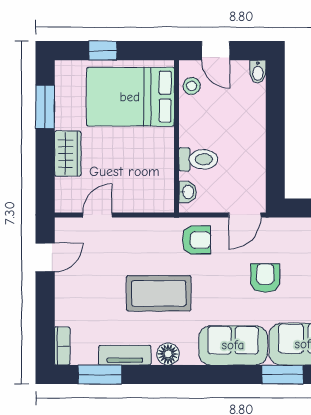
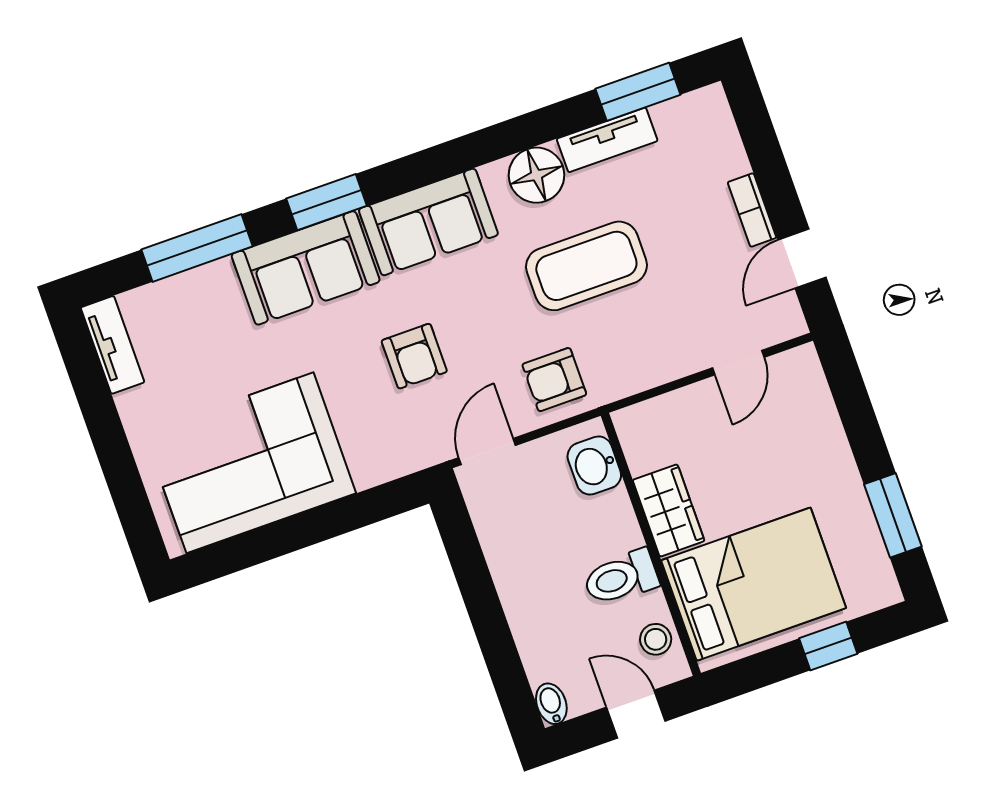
wardrobe: (68, 154) -> (669, 510), moved, turned 180
toilet: (198, 159) -> (621, 578), moved
washbasin: (188, 192) -> (594, 466), width x1.38, depth x1.45
bookcase: (62, 346) -> (752, 210), moved
floor lamp: (168, 354) -> (536, 175), width x1.38, depth x1.38

